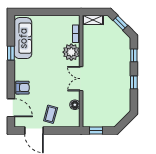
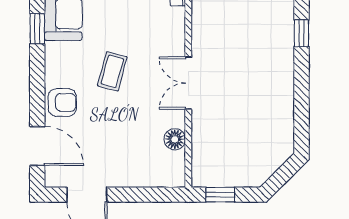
plant: (71, 52) -> (167, 26), removed
window: (134, 82) -> (301, 91), removed
coffee table: (51, 114) -> (112, 71), moved

